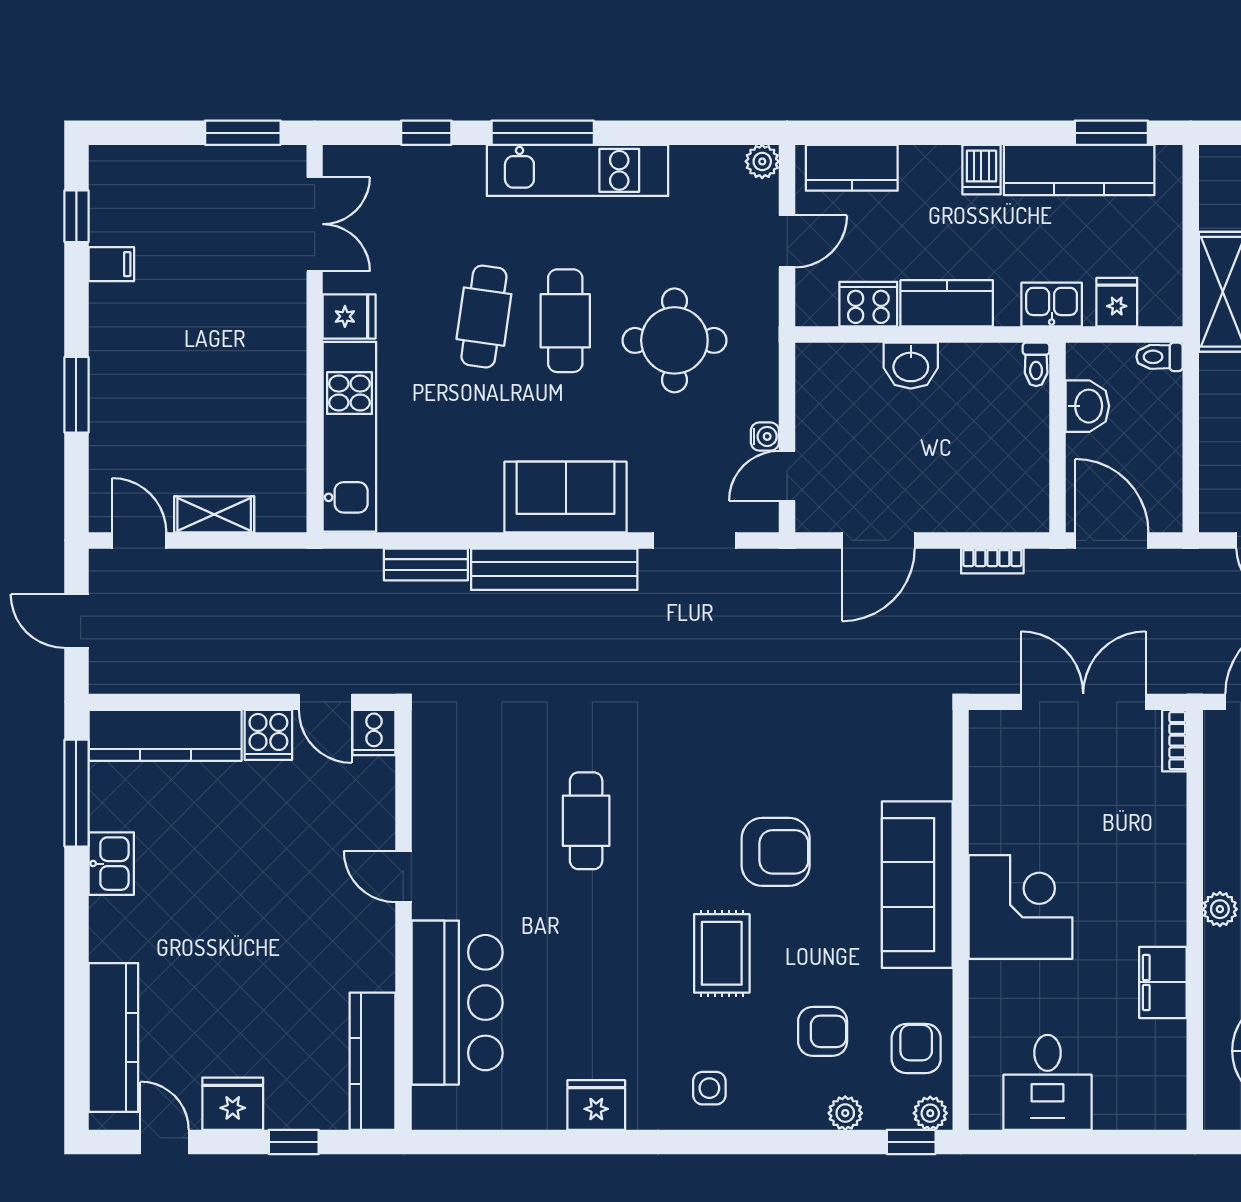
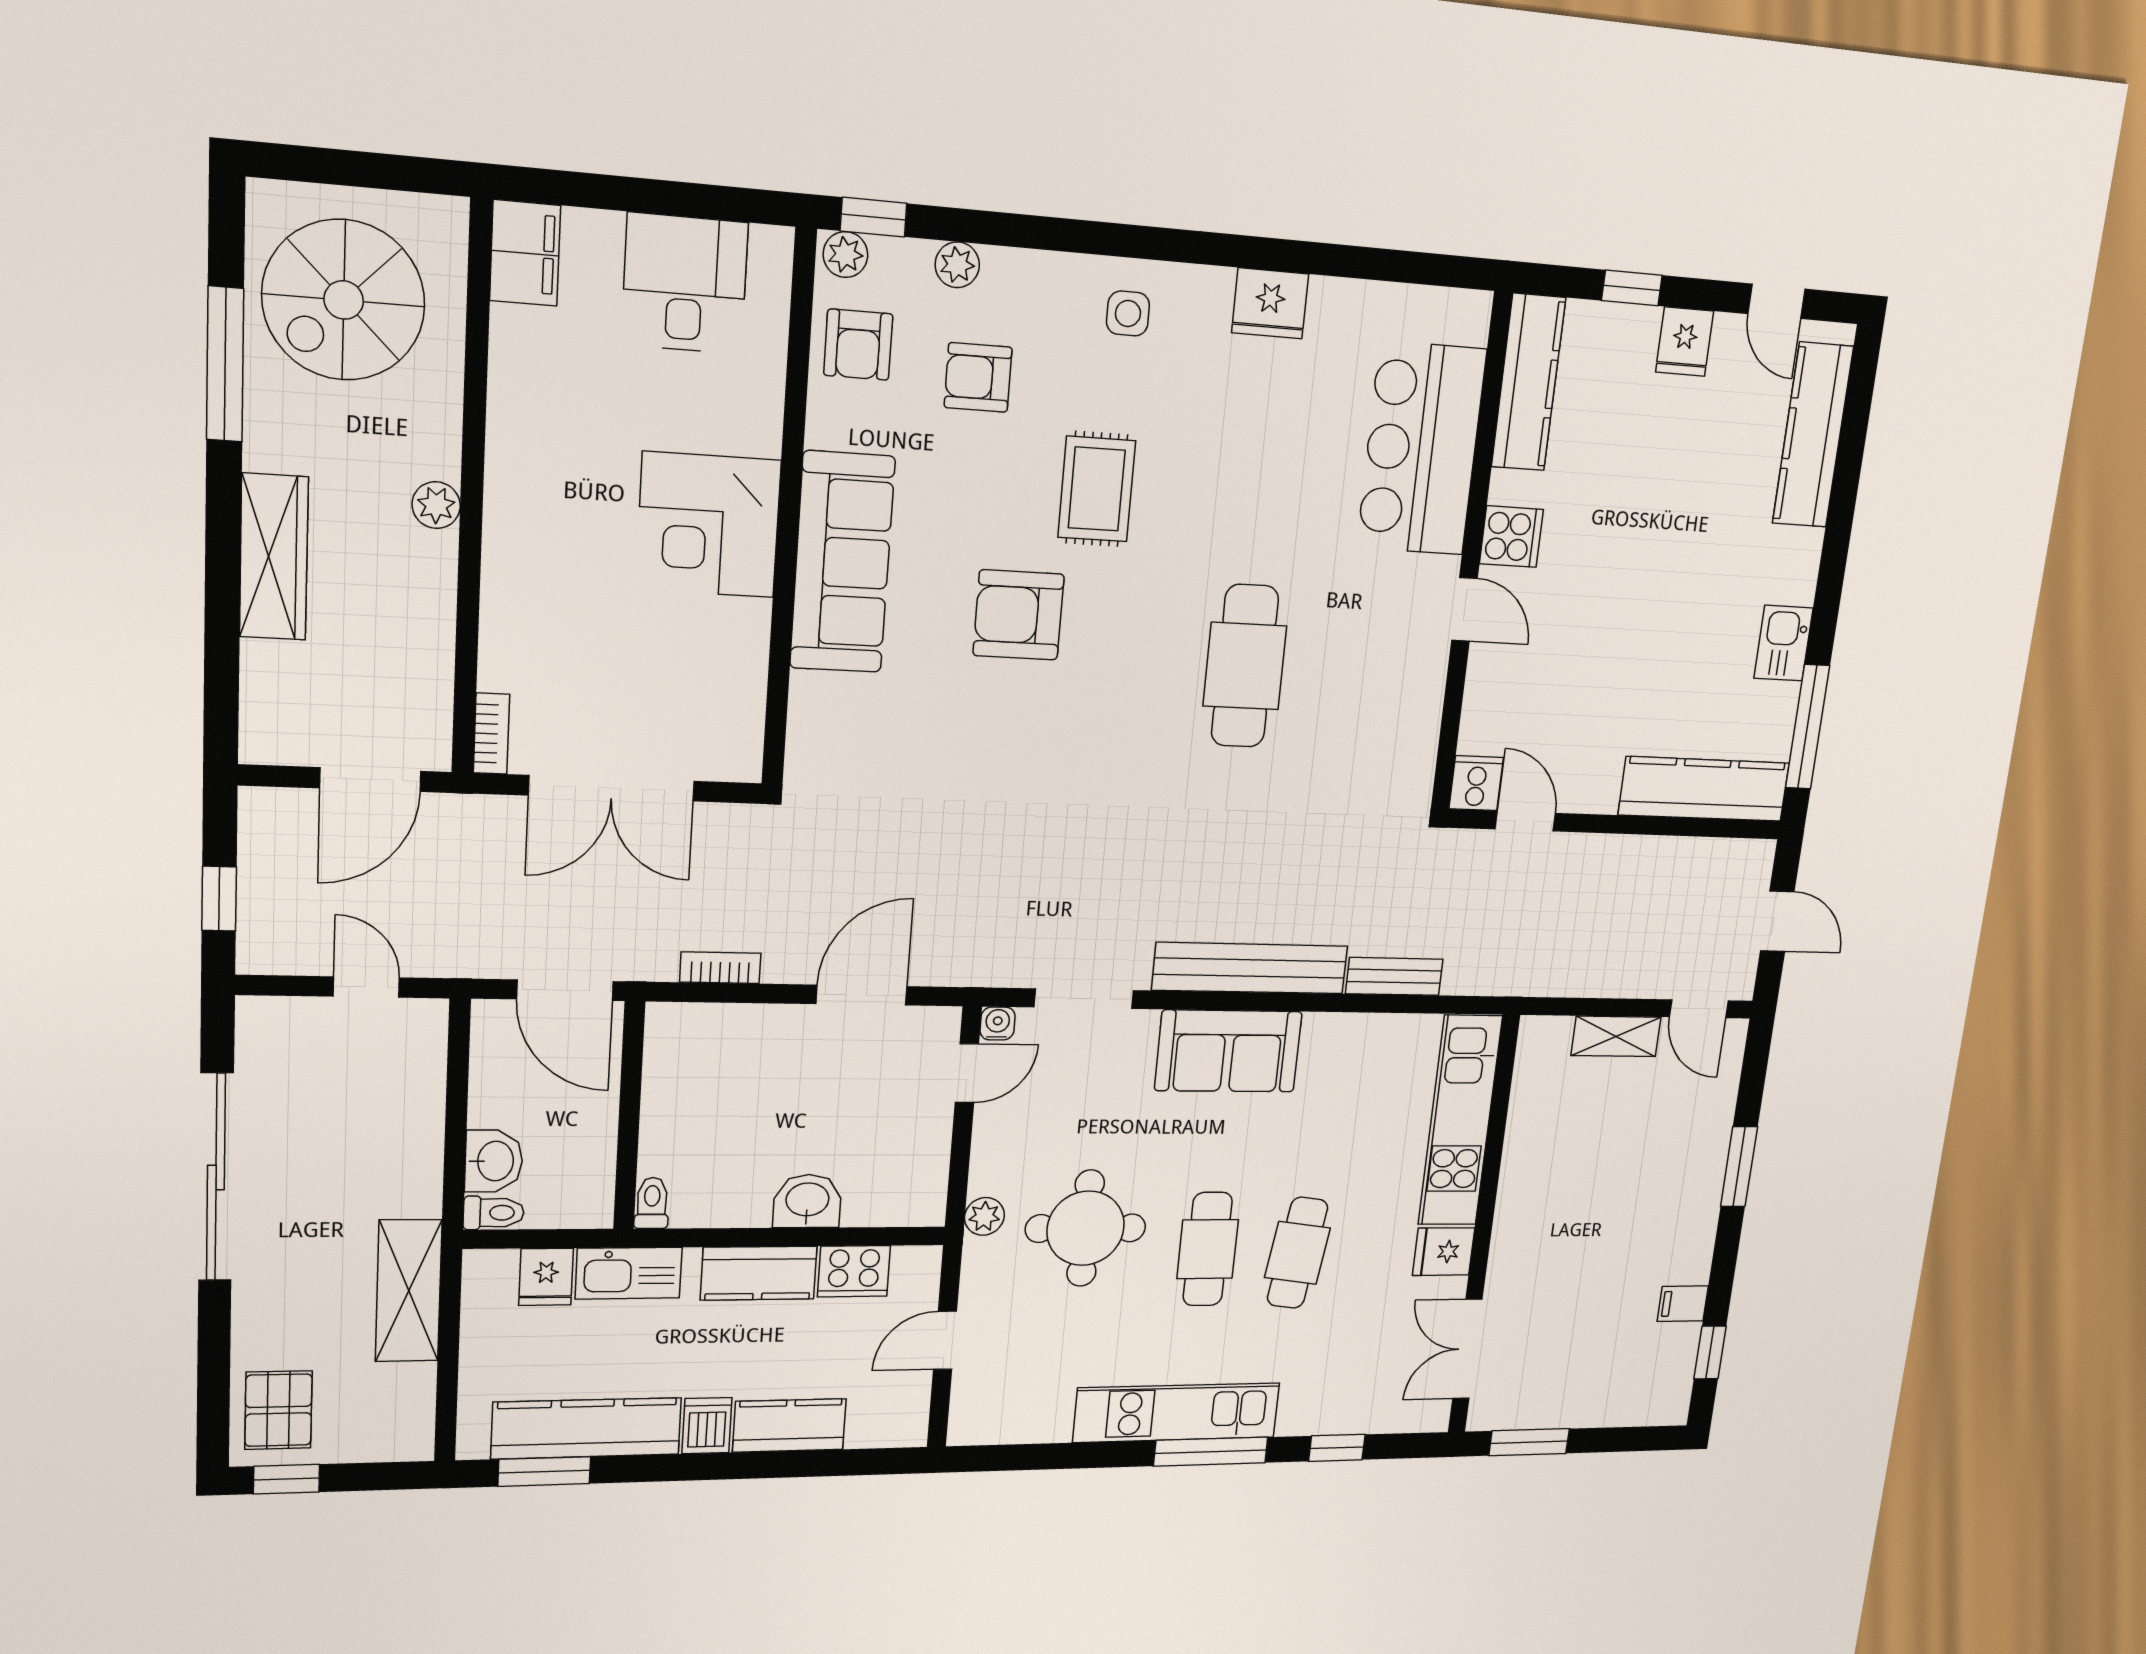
plant: (762, 161) -> (984, 1216), moved
kitchen counter: (852, 168) -> (789, 1425), moved
kitchen sink: (1052, 305) -> (629, 1273), width x1.38
washbasin: (1087, 406) -> (494, 1161), moved, turned 180
water cooler: (765, 436) -> (998, 1023), moved, turned 90
cooker: (268, 735) -> (1511, 537), moved, turned 90
cafe table: (586, 821) -> (1245, 666), width x1.37, depth x1.35
filing cabinet: (1163, 982) -> (525, 253), moved
fridge: (233, 1104) -> (1685, 342), width x0.72

